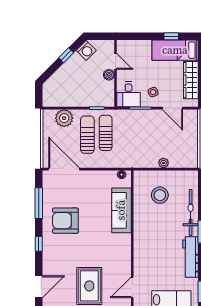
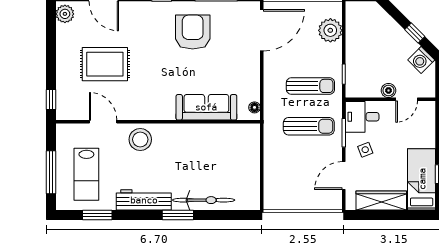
sun lounger: (87, 135) -> (309, 126), moved
plant: (163, 163) -> (270, 164), removed
stool: (160, 195) -> (140, 139), moved

